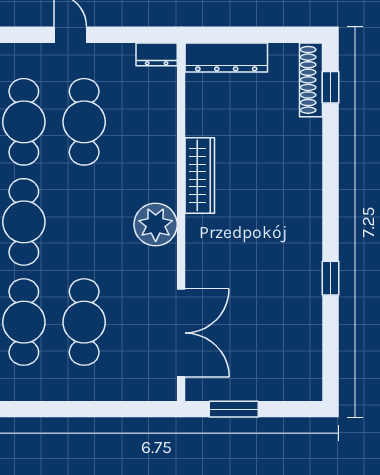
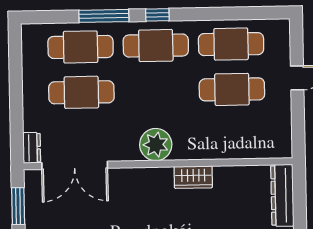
dresser: (157, 54) -> (32, 148), moved, turned 180
wardrobe: (200, 175) -> (193, 177), width x0.67

